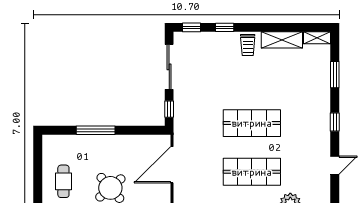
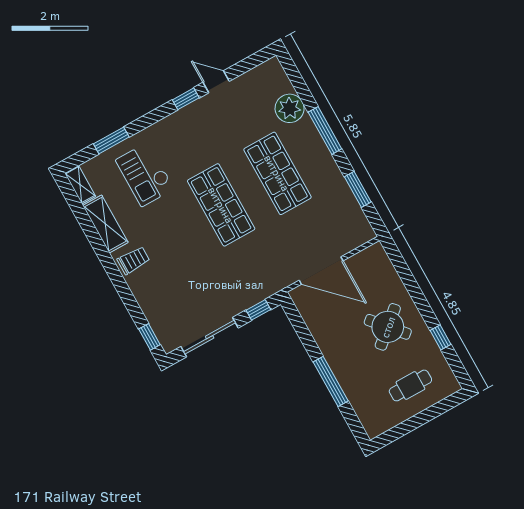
window: (225, 27) -> (128, 298), removed
checkout: (300, 84) -> (145, 174), added
window: (335, 122) -> (186, 99), moved

